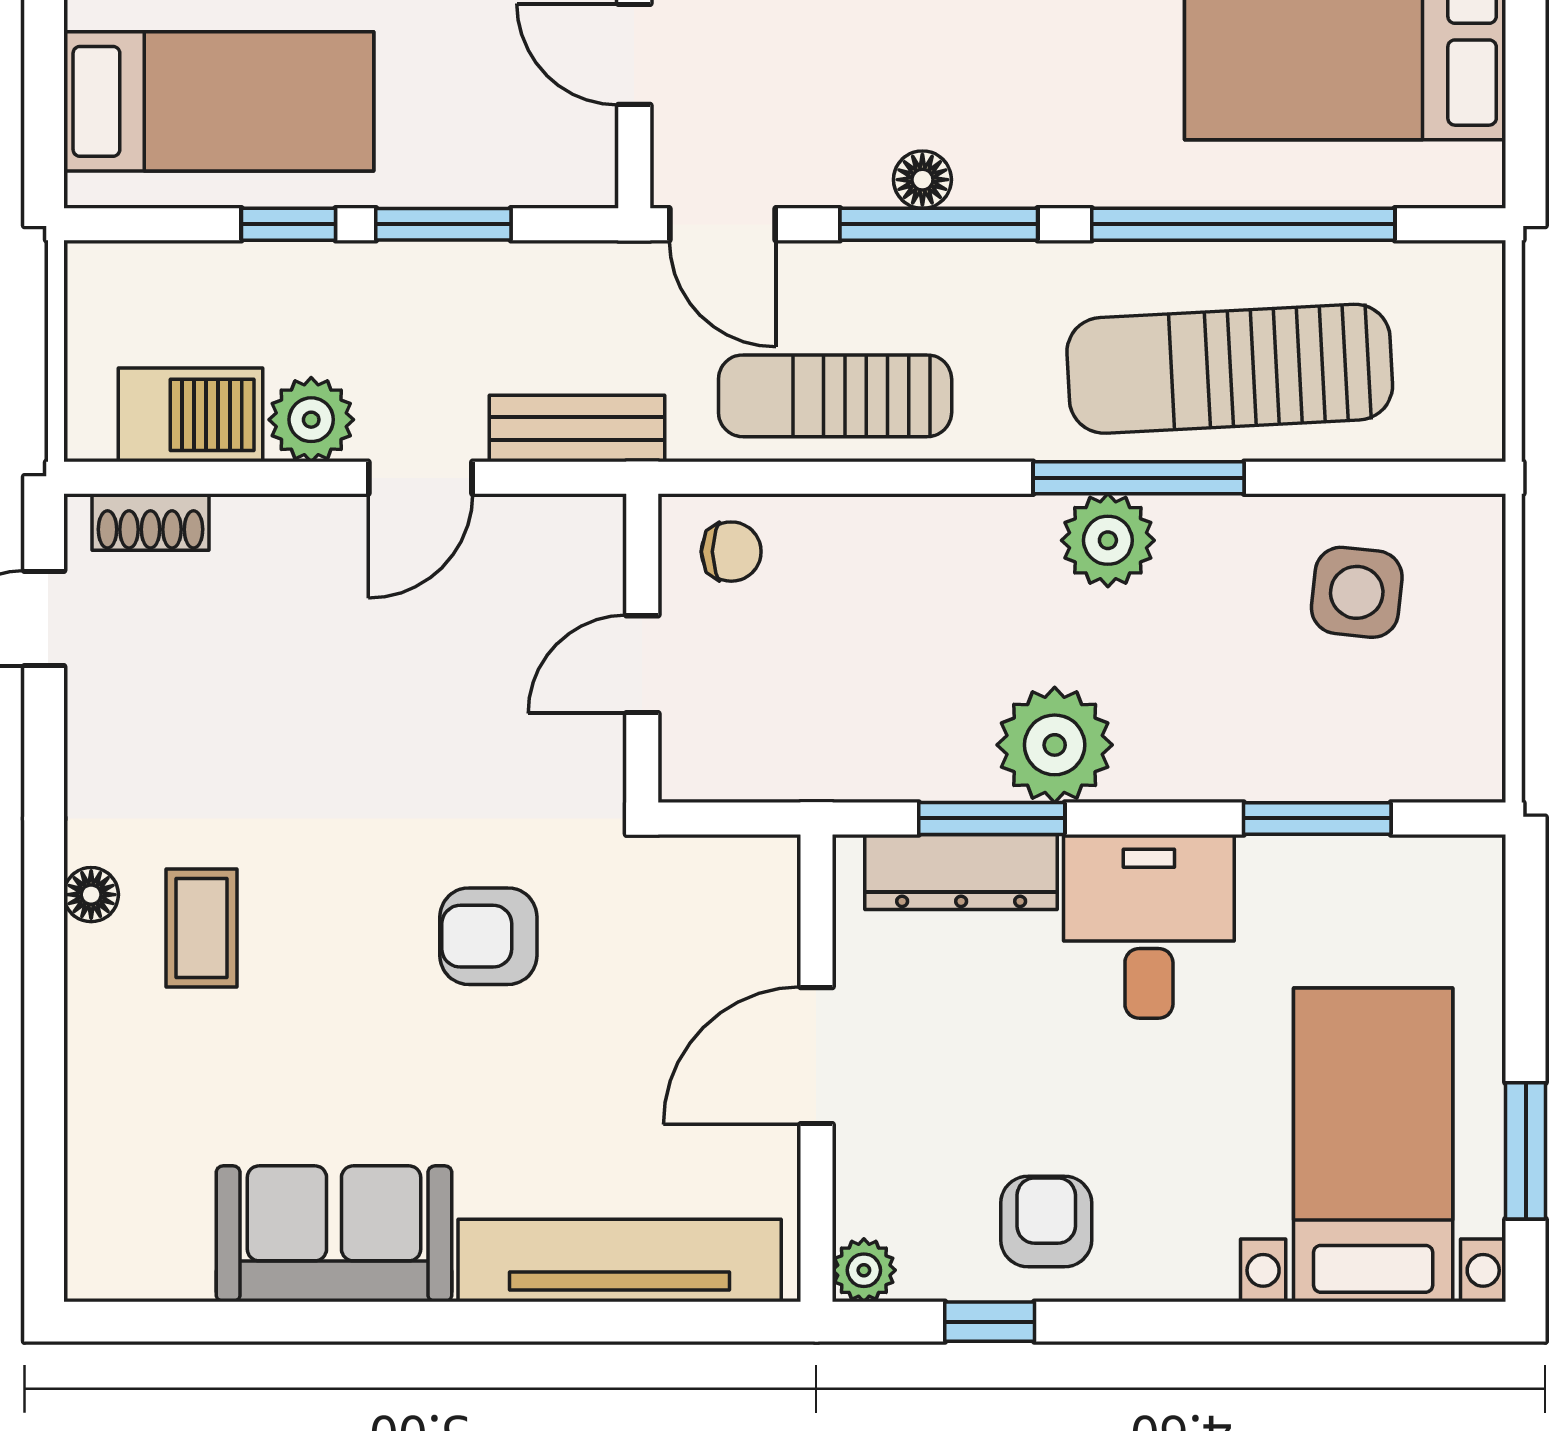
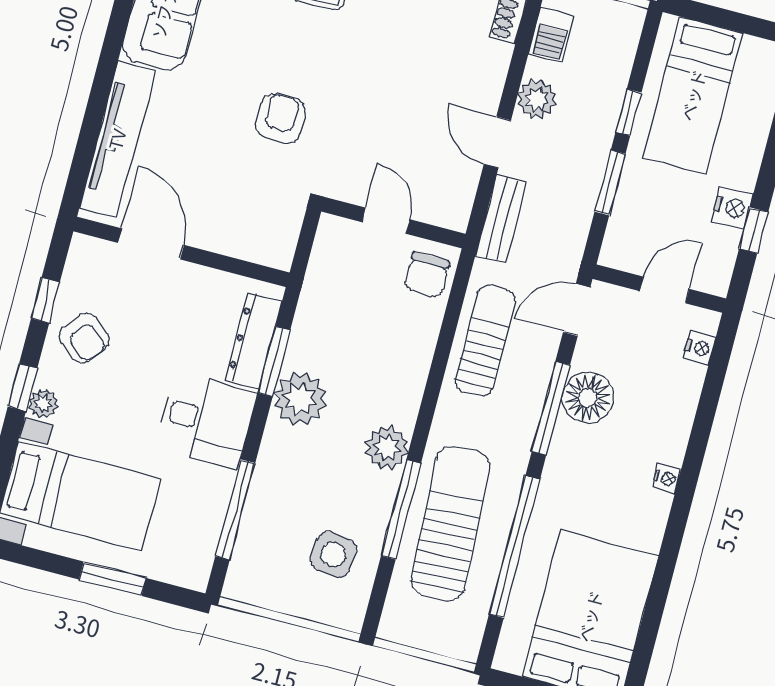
floor lamp: (922, 180) -> (588, 398), width x1.89, depth x1.89
barbecue: (191, 415) -> (551, 35), width x0.73, depth x0.79
window: (1139, 478) -> (401, 509), moved
chair: (731, 552) -> (427, 275), width x1.37, depth x1.37
window: (1317, 818) -> (235, 510), width x1.44
door: (816, 1056) -> (151, 244), moved
window: (1526, 1151) -> (113, 579), moved
armchair: (1046, 1221) -> (84, 338), turned 39
plant: (864, 1270) -> (43, 404), moved
window: (1181, 1322) -> (23, 387), added

